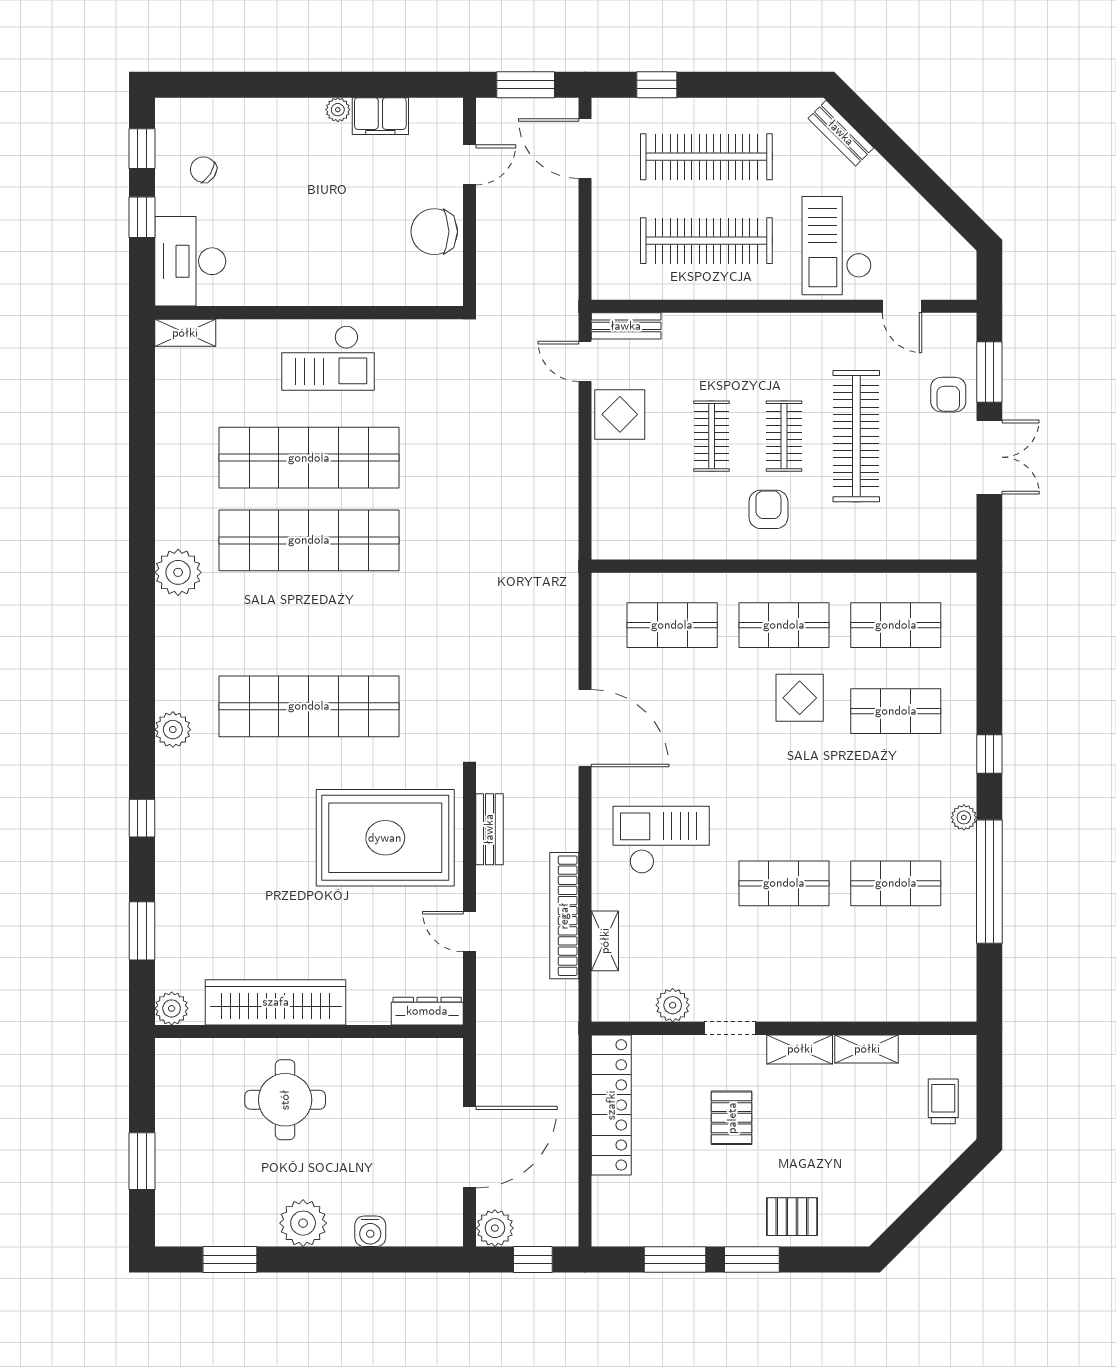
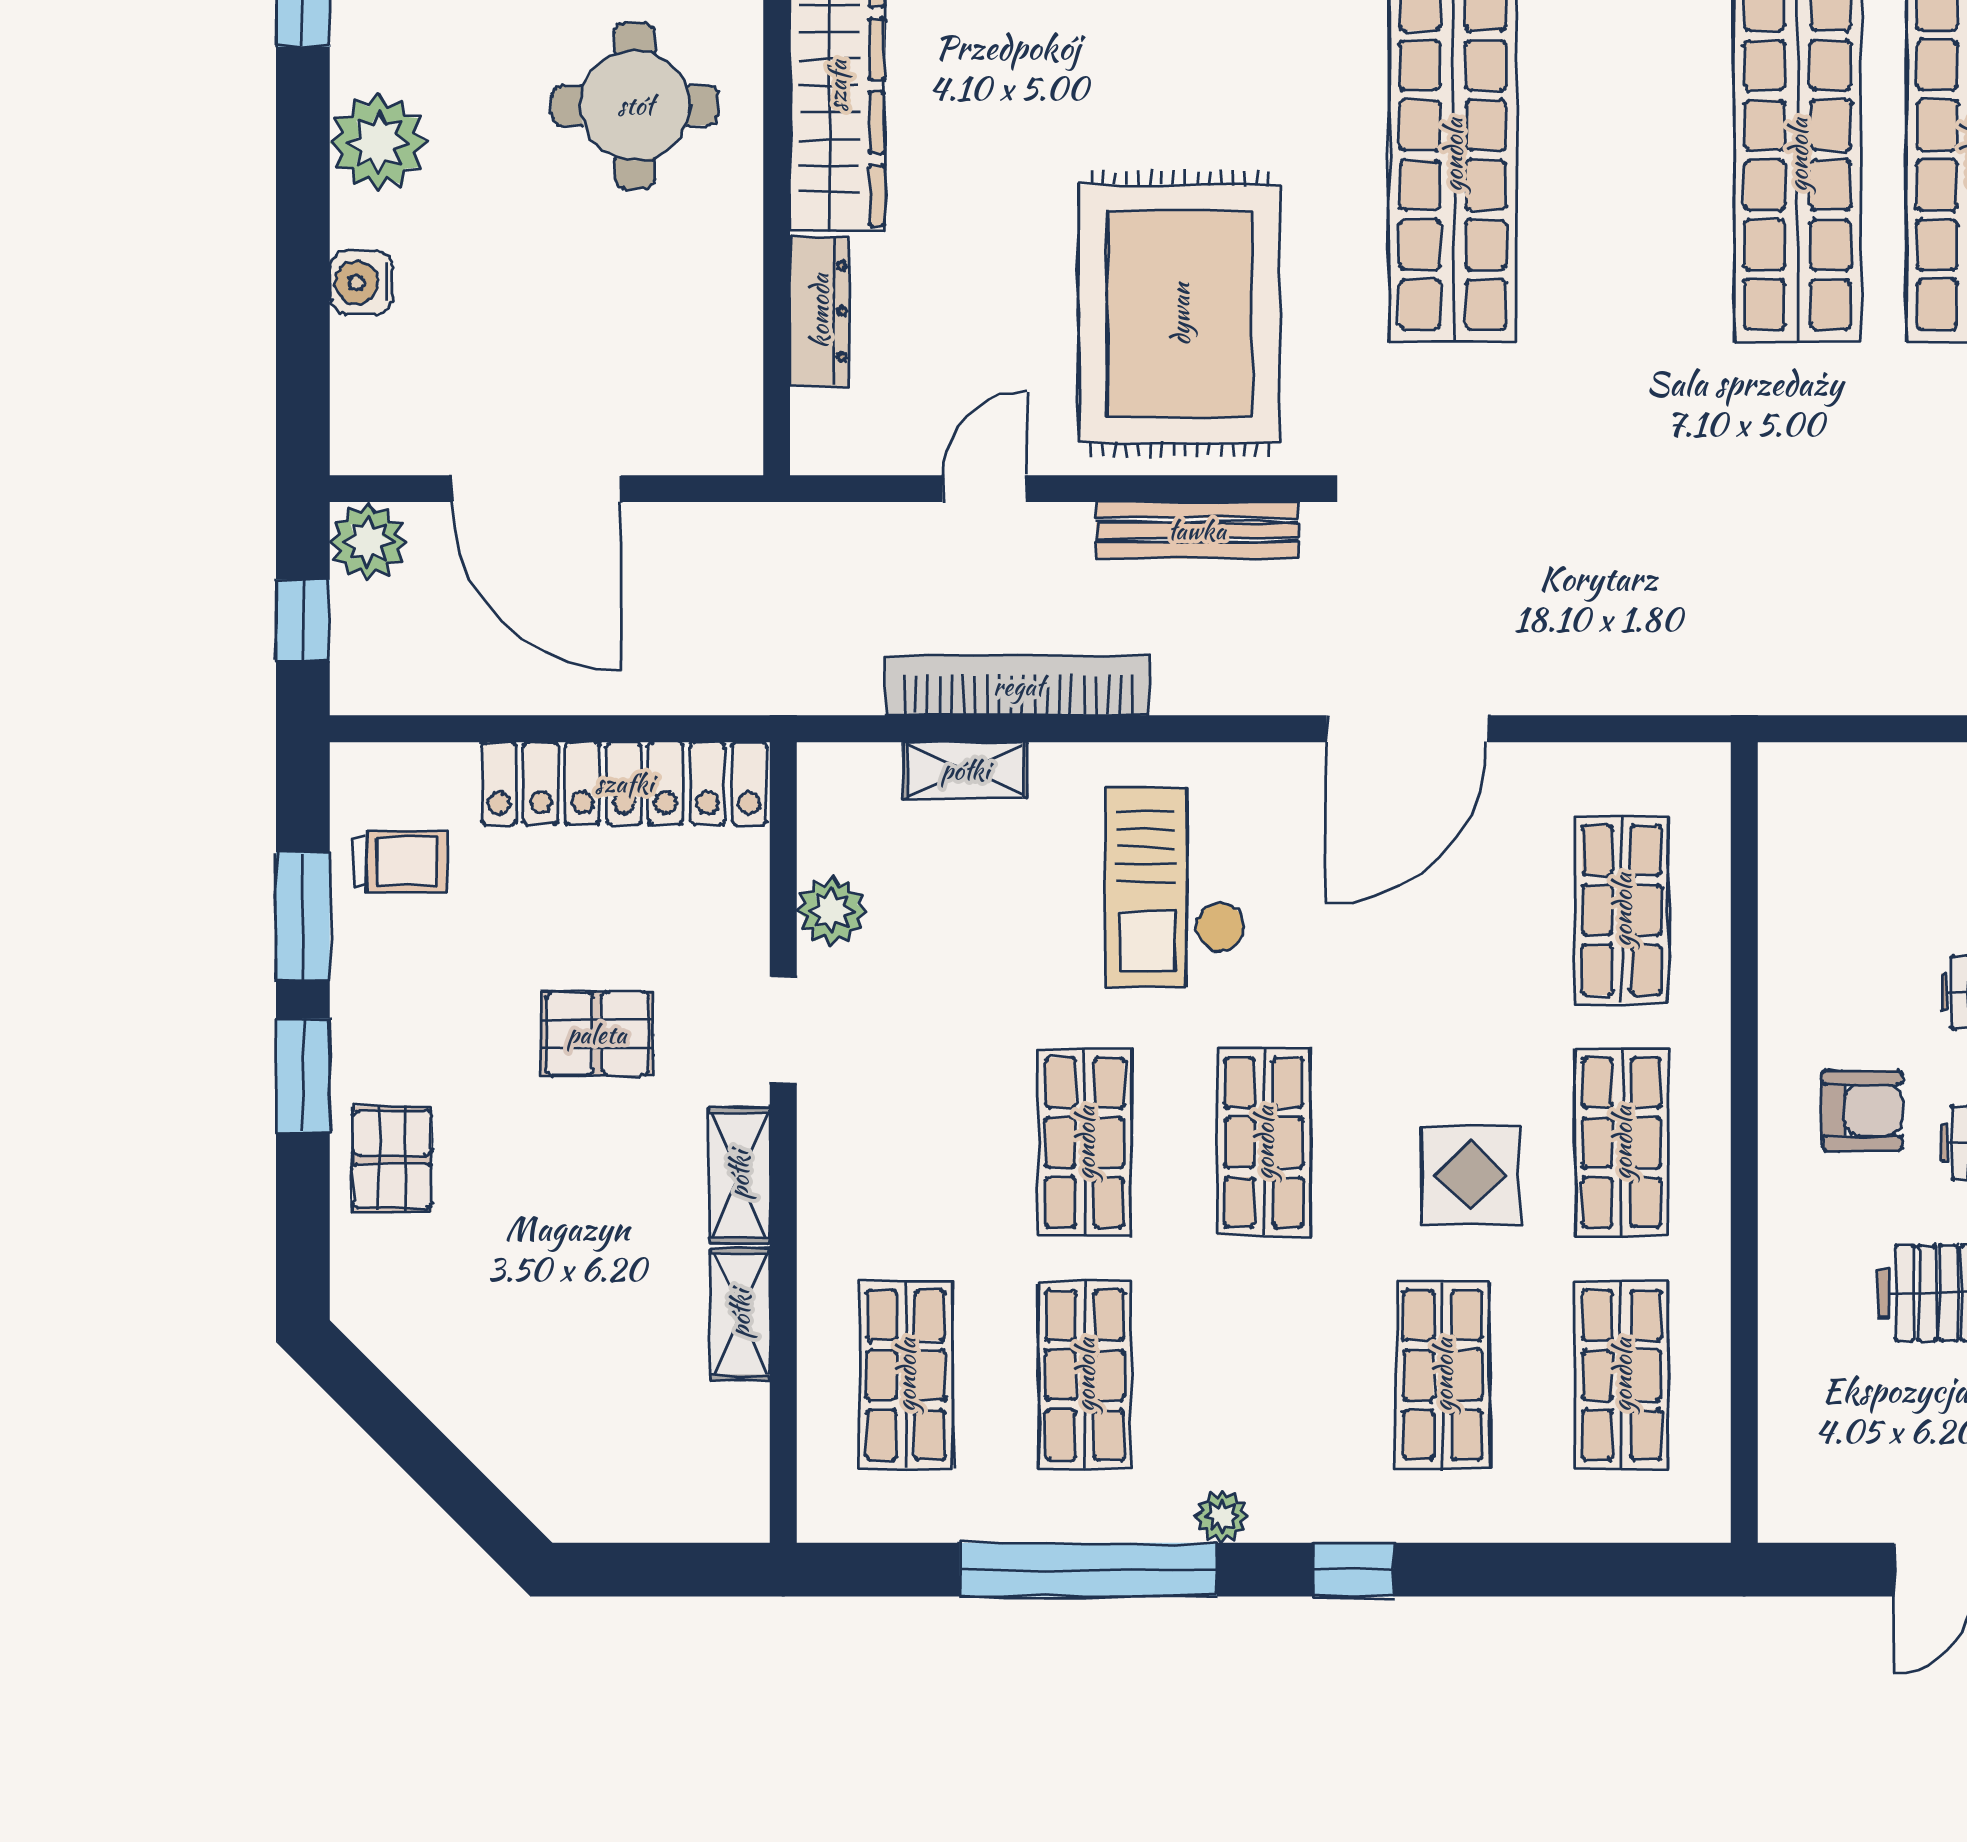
shop shelf: (784, 797) -> (1264, 1143), added
bench: (489, 829) -> (1197, 530), width x1.36
checkout: (661, 840) -> (1175, 887), turned 180
shop shelf: (896, 969) -> (906, 1375), added
dresser: (427, 1011) -> (819, 311), moved
trolley: (943, 1101) -> (400, 861), moved

